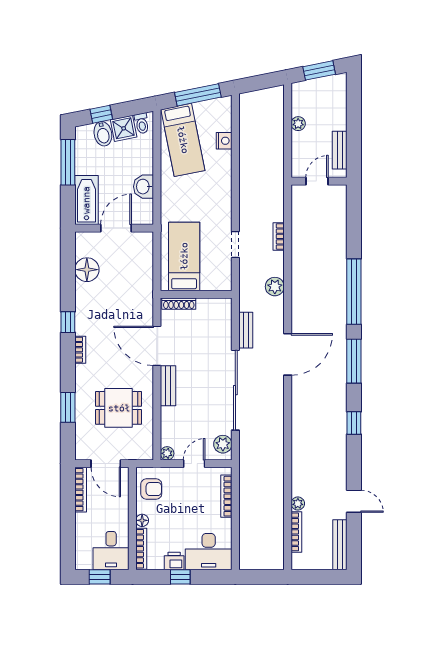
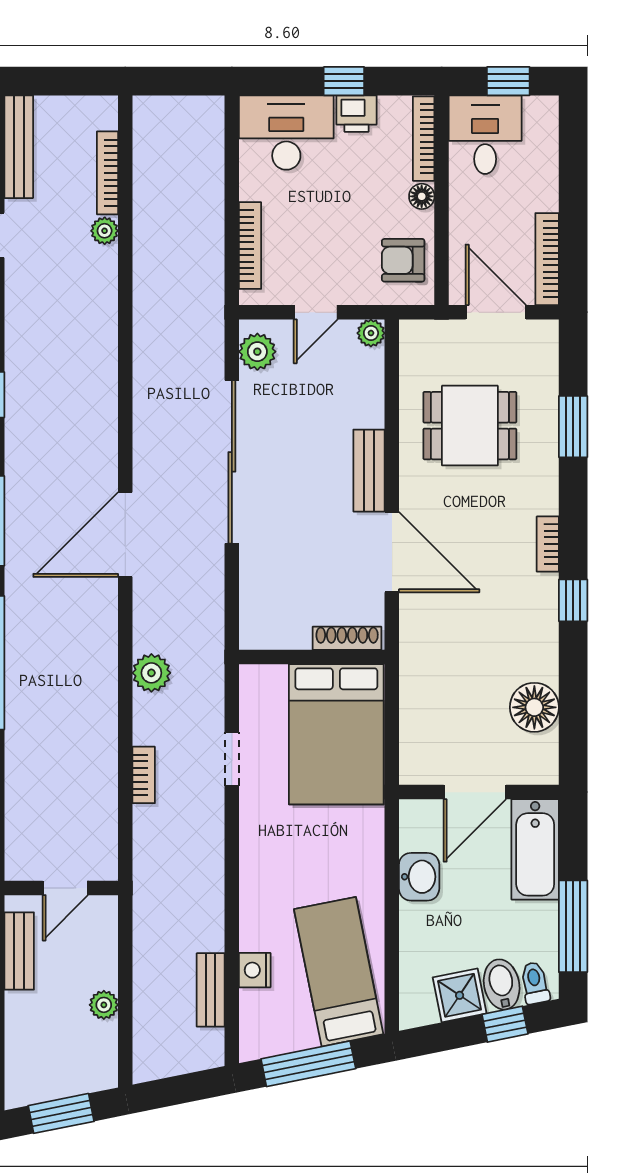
toilet: (142, 123) -> (535, 983), moved
bed: (184, 256) -> (336, 734), width x1.50
bench: (246, 330) -> (211, 990), moved

